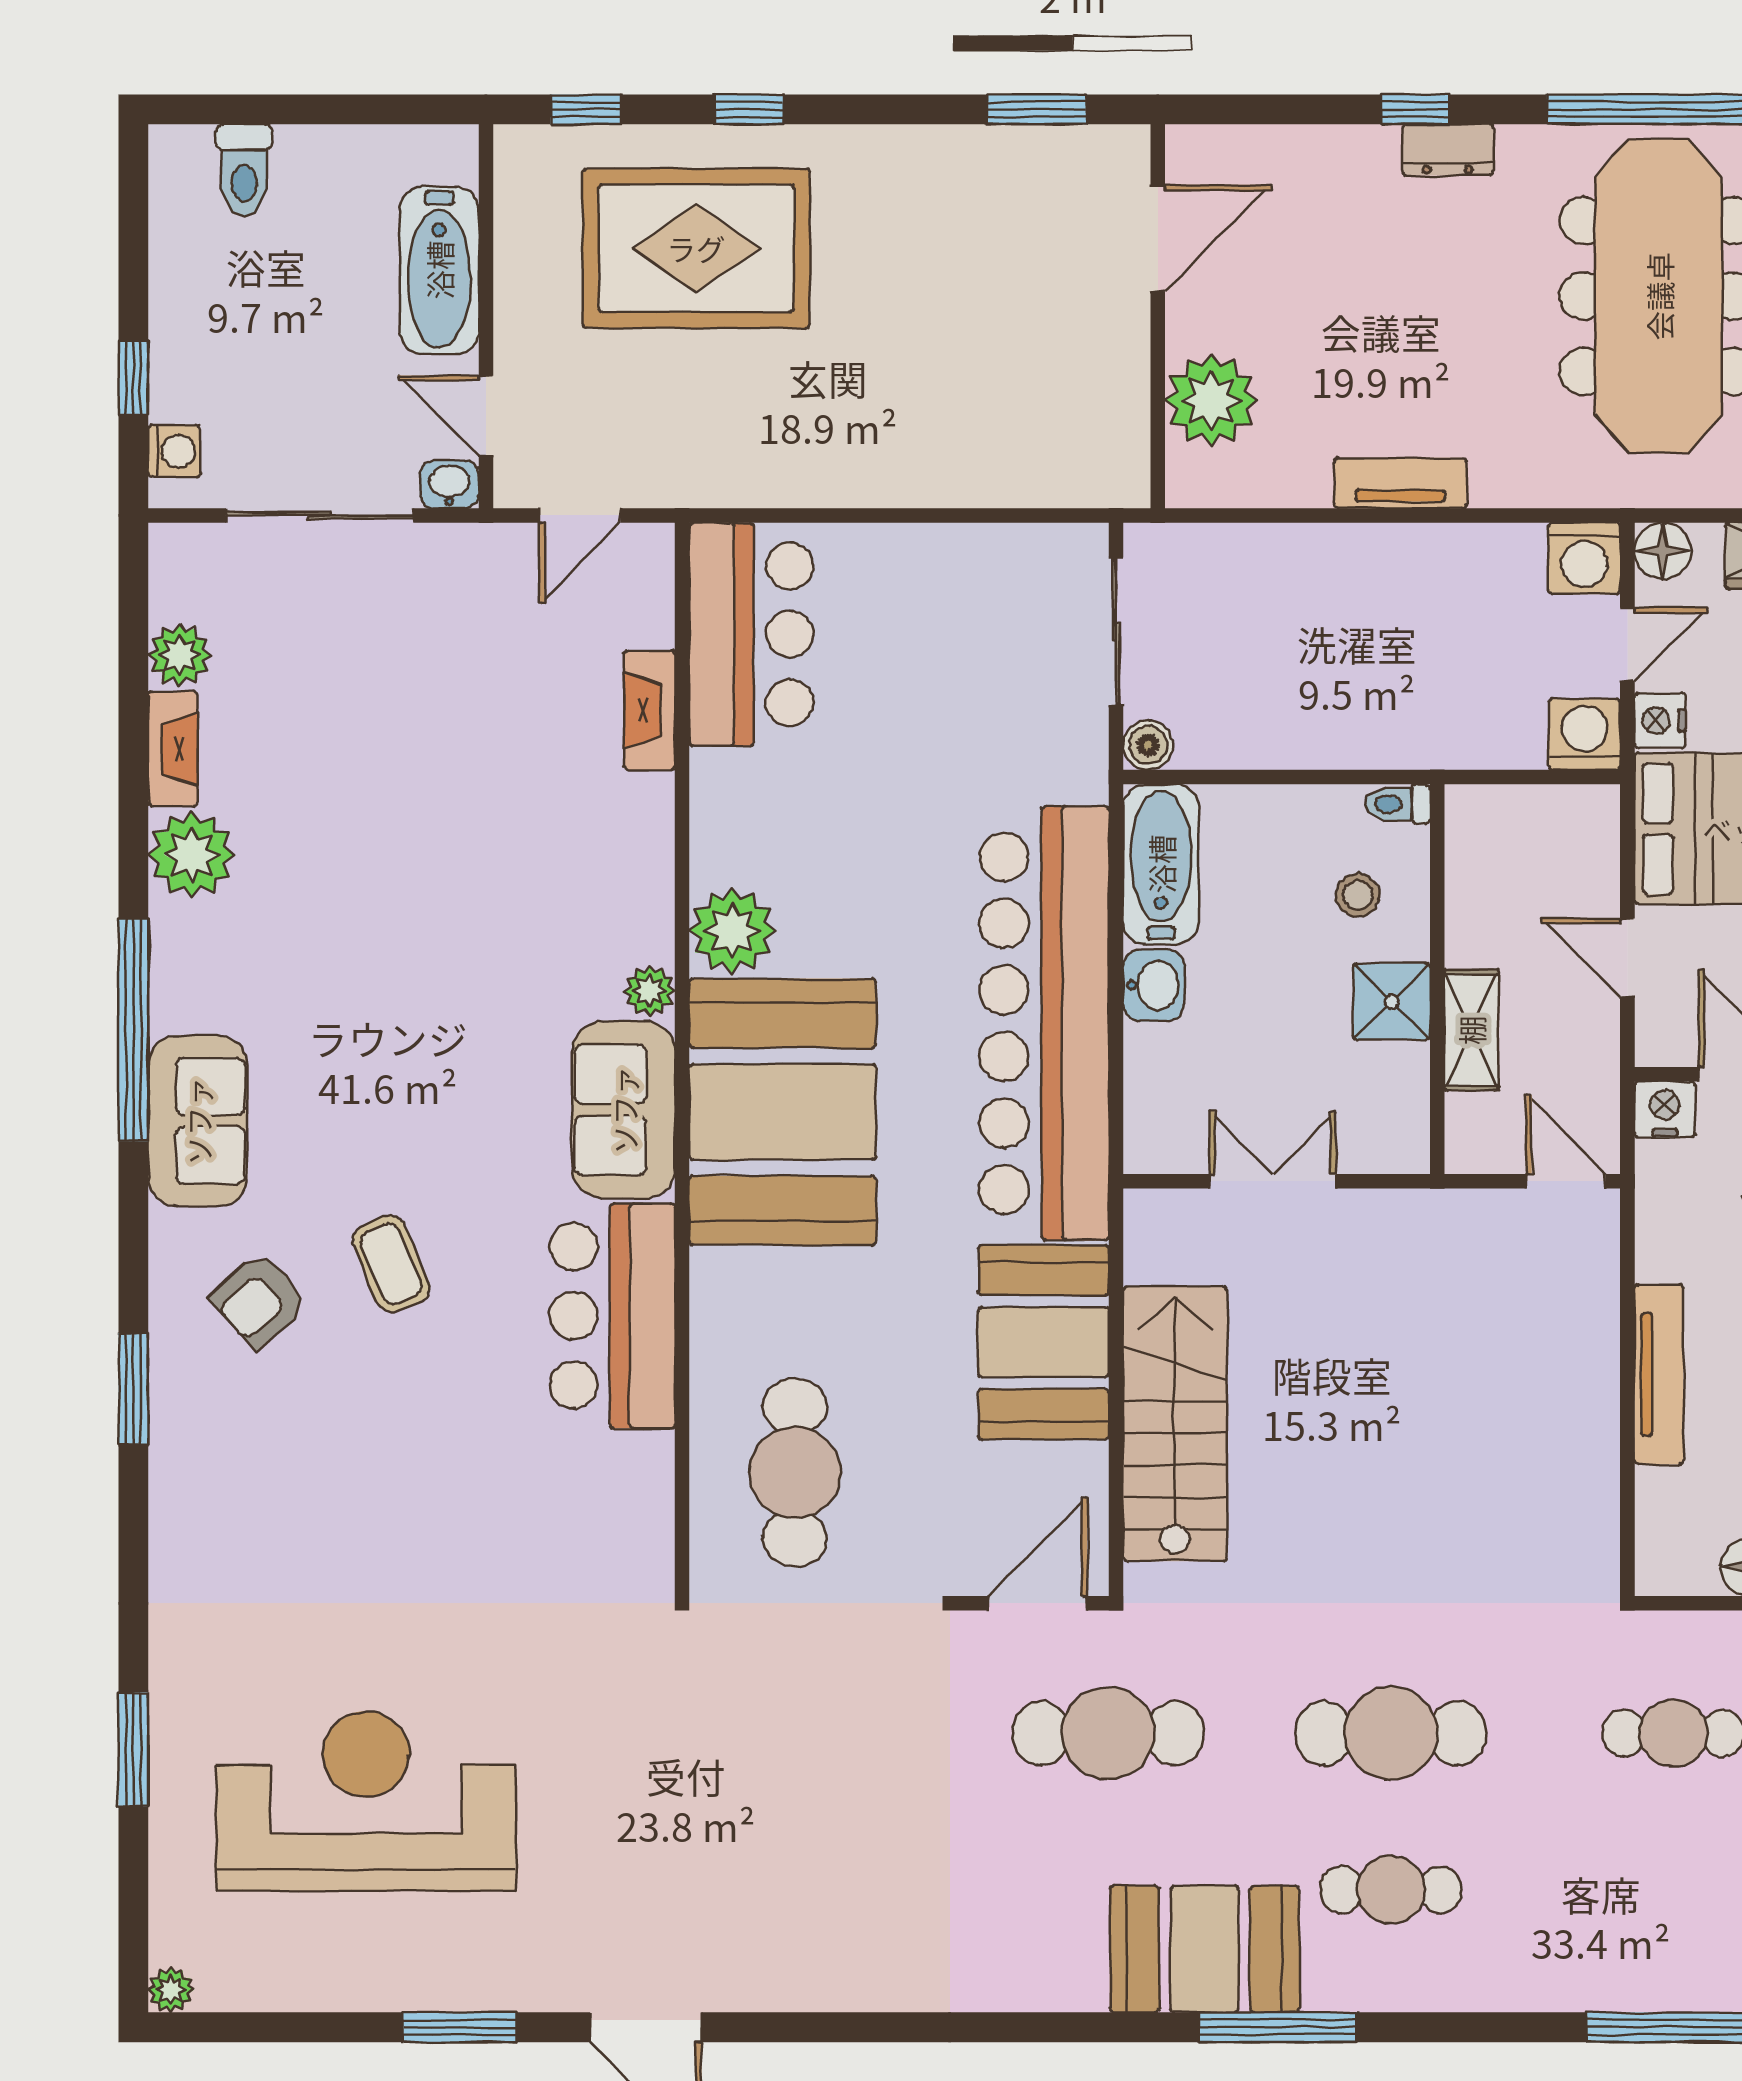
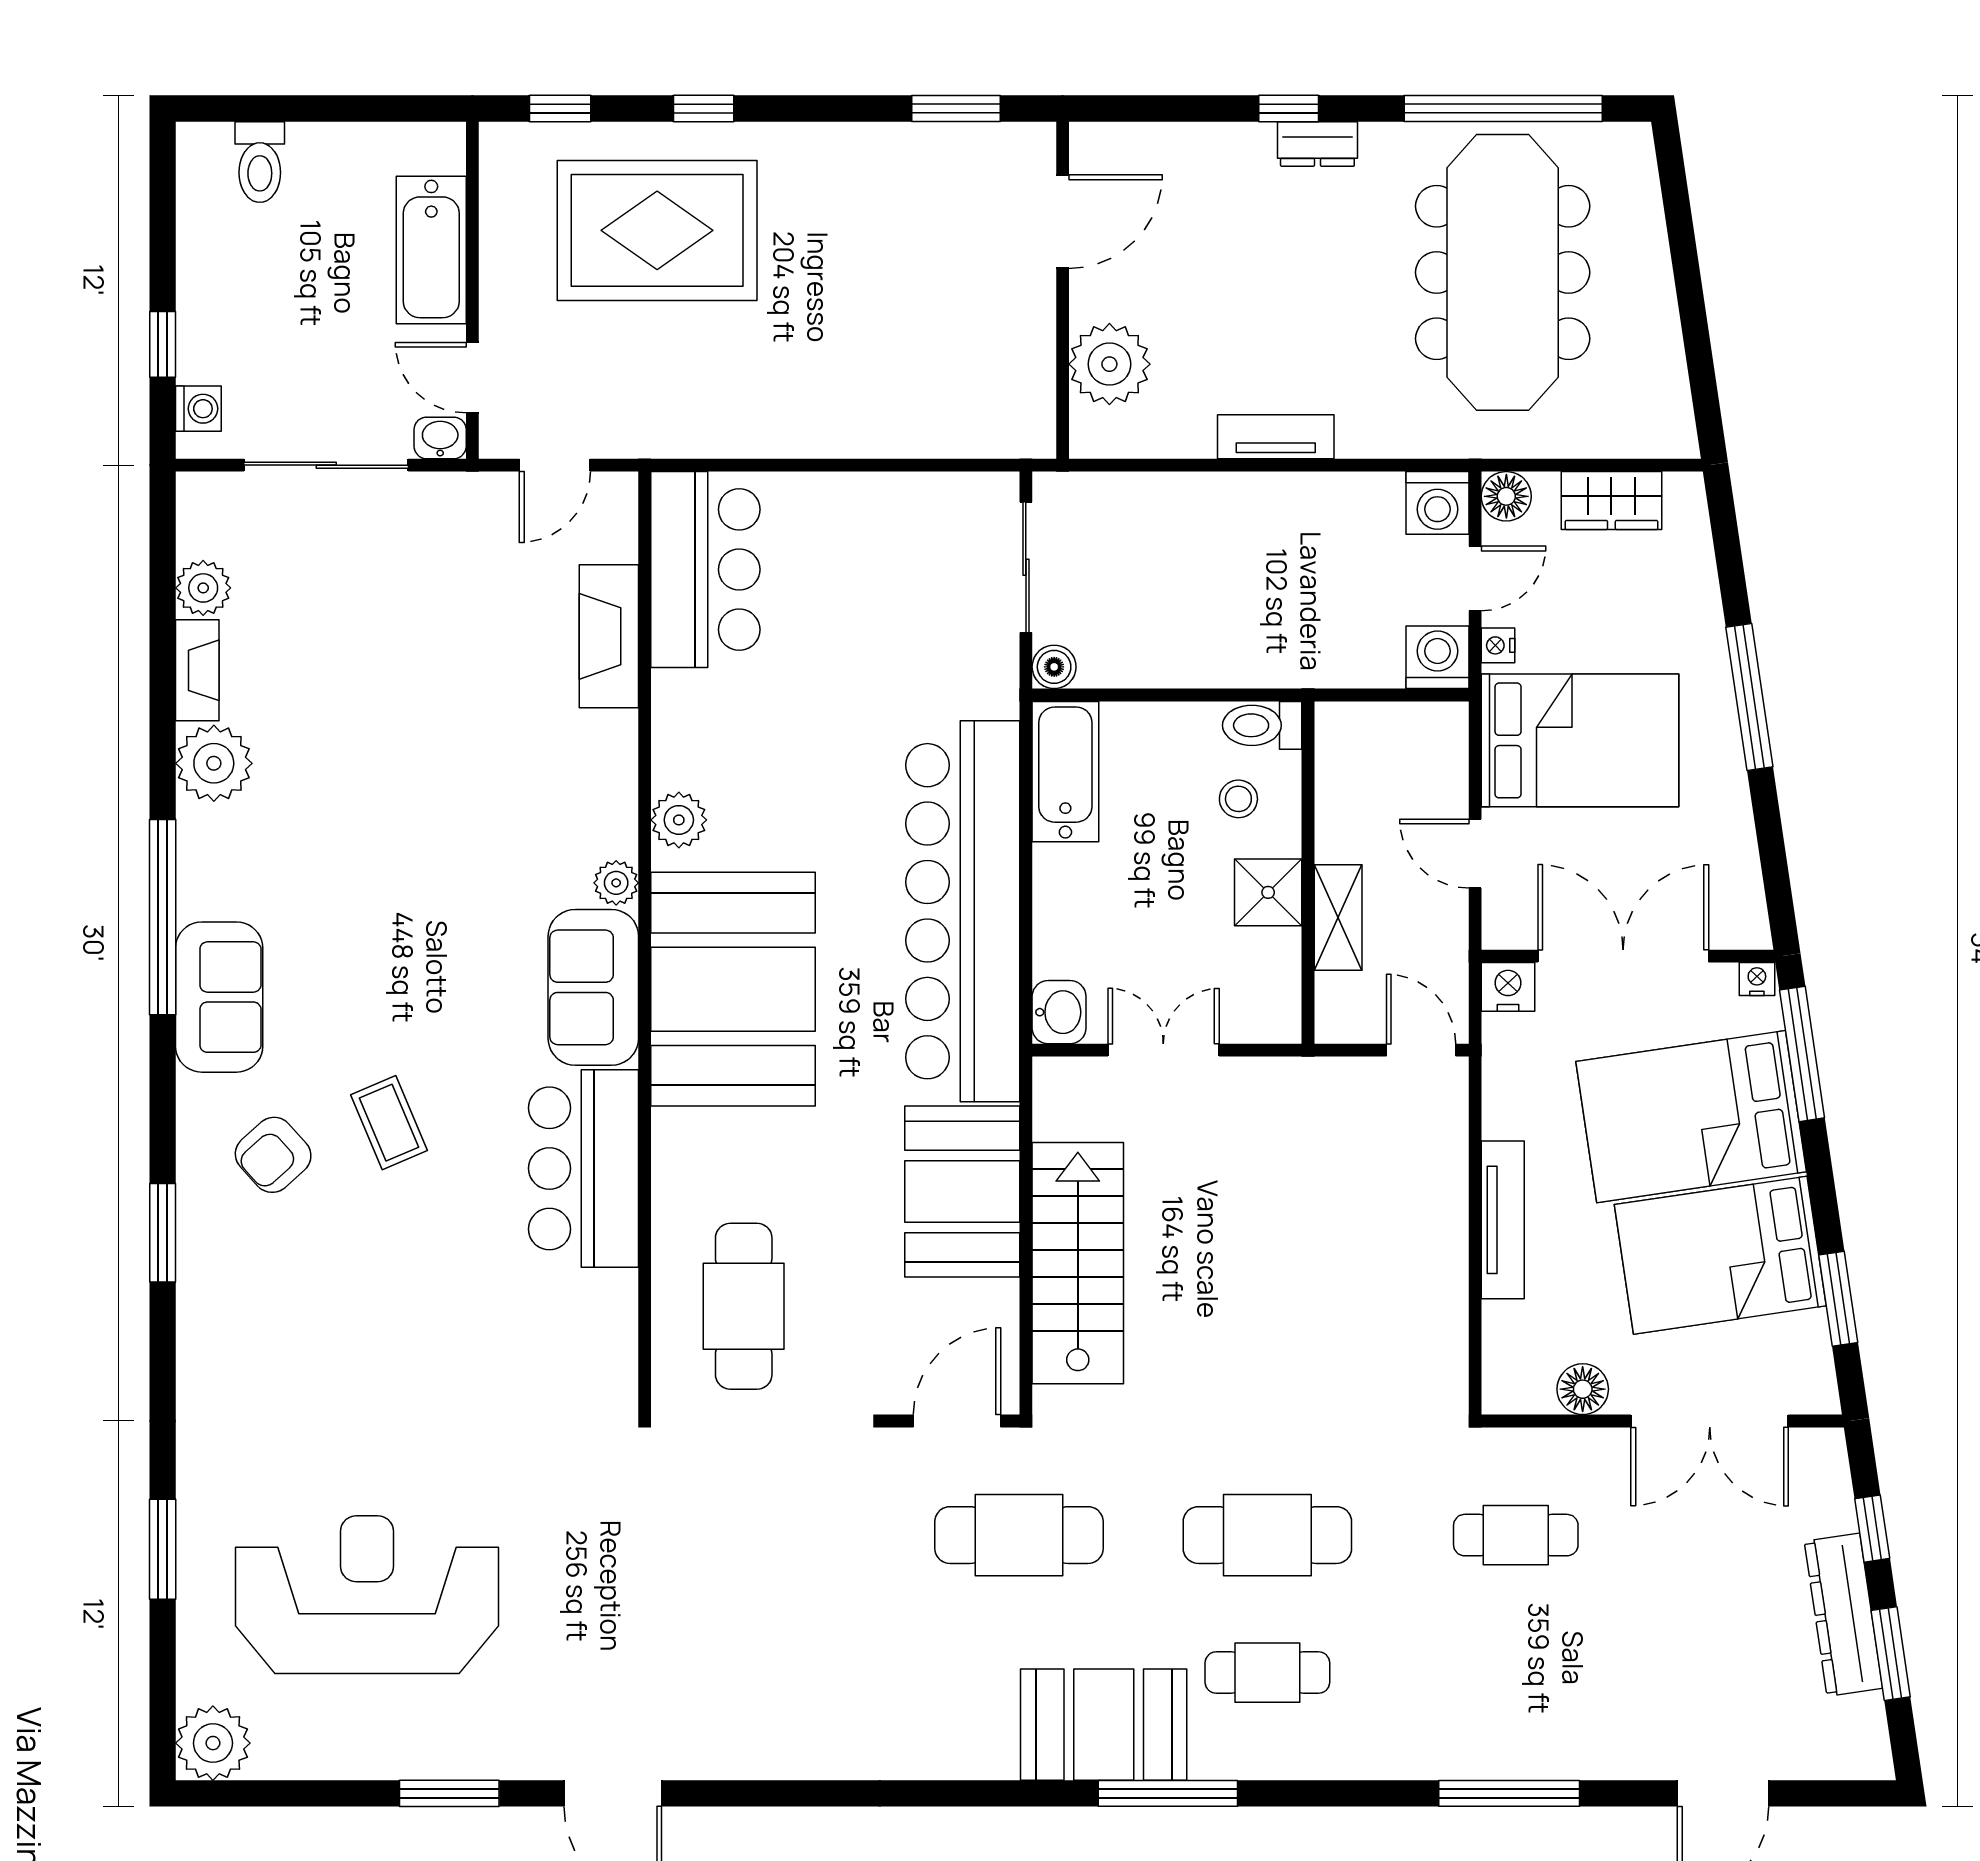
fireplace: (650, 710) -> (609, 636), width x1.37, depth x1.32
nightstand: (1660, 721) -> (1498, 645), width x0.72, depth x0.74
toilet: (1397, 804) -> (1262, 725), width x1.37, depth x1.39
plant: (732, 931) -> (679, 820), width x0.73, depth x0.73
washbasin: (1154, 985) -> (1059, 1012), moved
plant: (171, 1990) -> (213, 1743), width x1.87, depth x1.87

